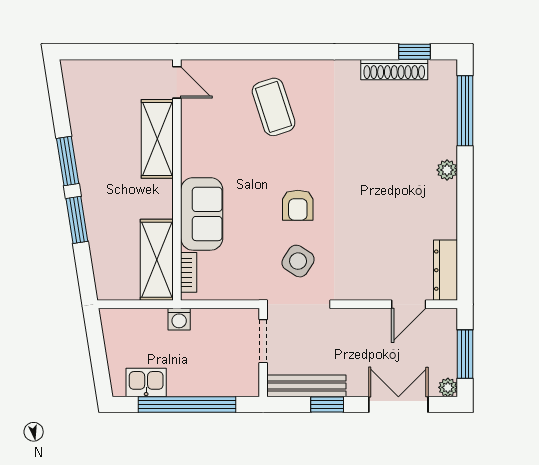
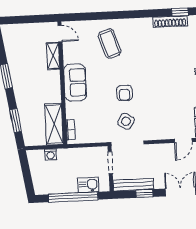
shelving: (157, 139) -> (53, 56), width x0.67, depth x0.75
sofa: (202, 214) -> (75, 83), moved
window: (77, 220) -> (16, 121), moved
washing machine: (179, 319) -> (50, 155), moved
kitchen sink: (146, 382) -> (88, 185), moved

